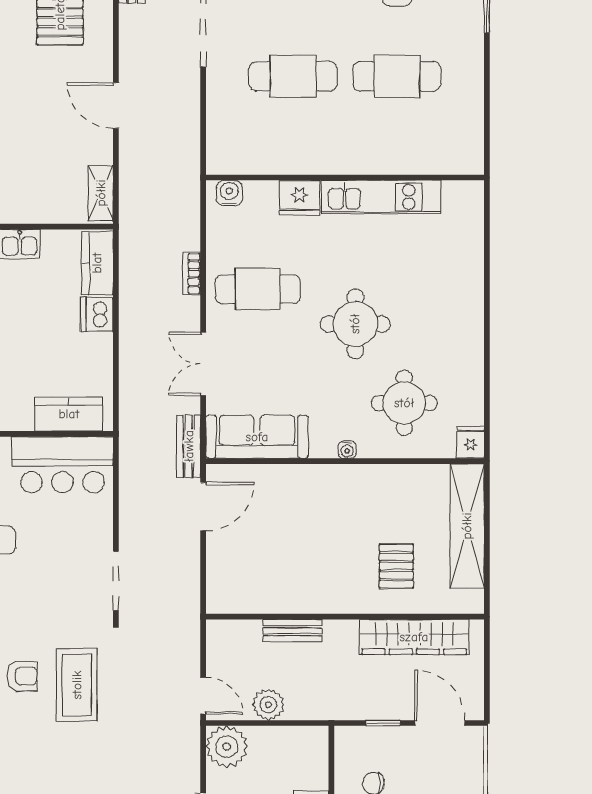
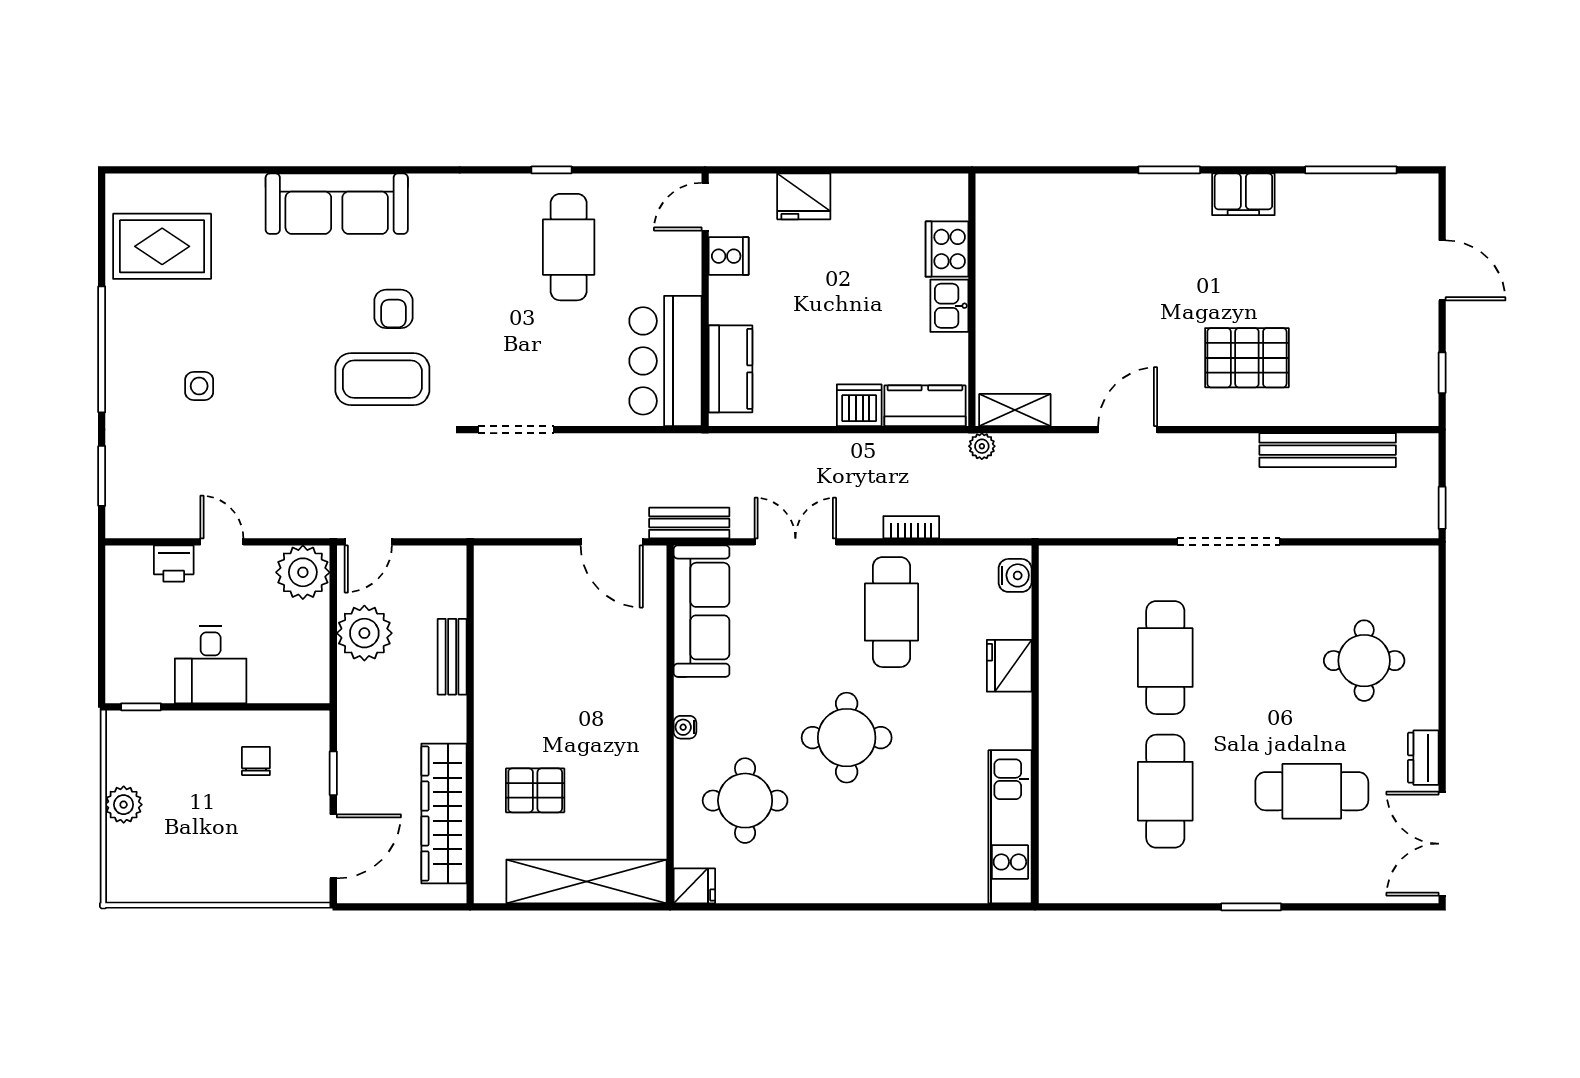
kitchen unit: (381, 197) -> (1010, 827), moved
plant: (129, 219) -> (982, 446), added
plant: (268, 705) -> (364, 633), width x1.36, depth x1.36

